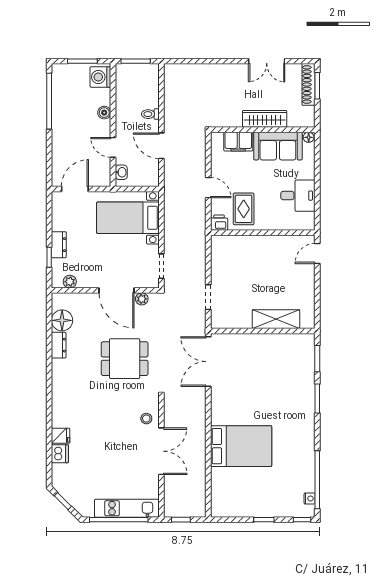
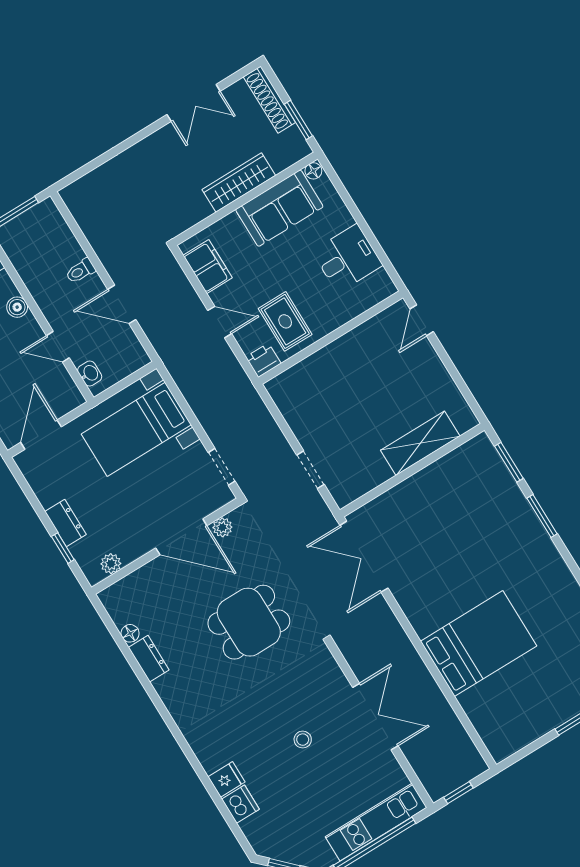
window: (317, 86) -> (298, 120), moved
filing cabinet: (238, 142) -> (208, 267), moved, turned -90
floor lamp: (62, 320) -> (130, 633), width x0.53, depth x0.53
stool: (146, 419) -> (303, 740), moved

